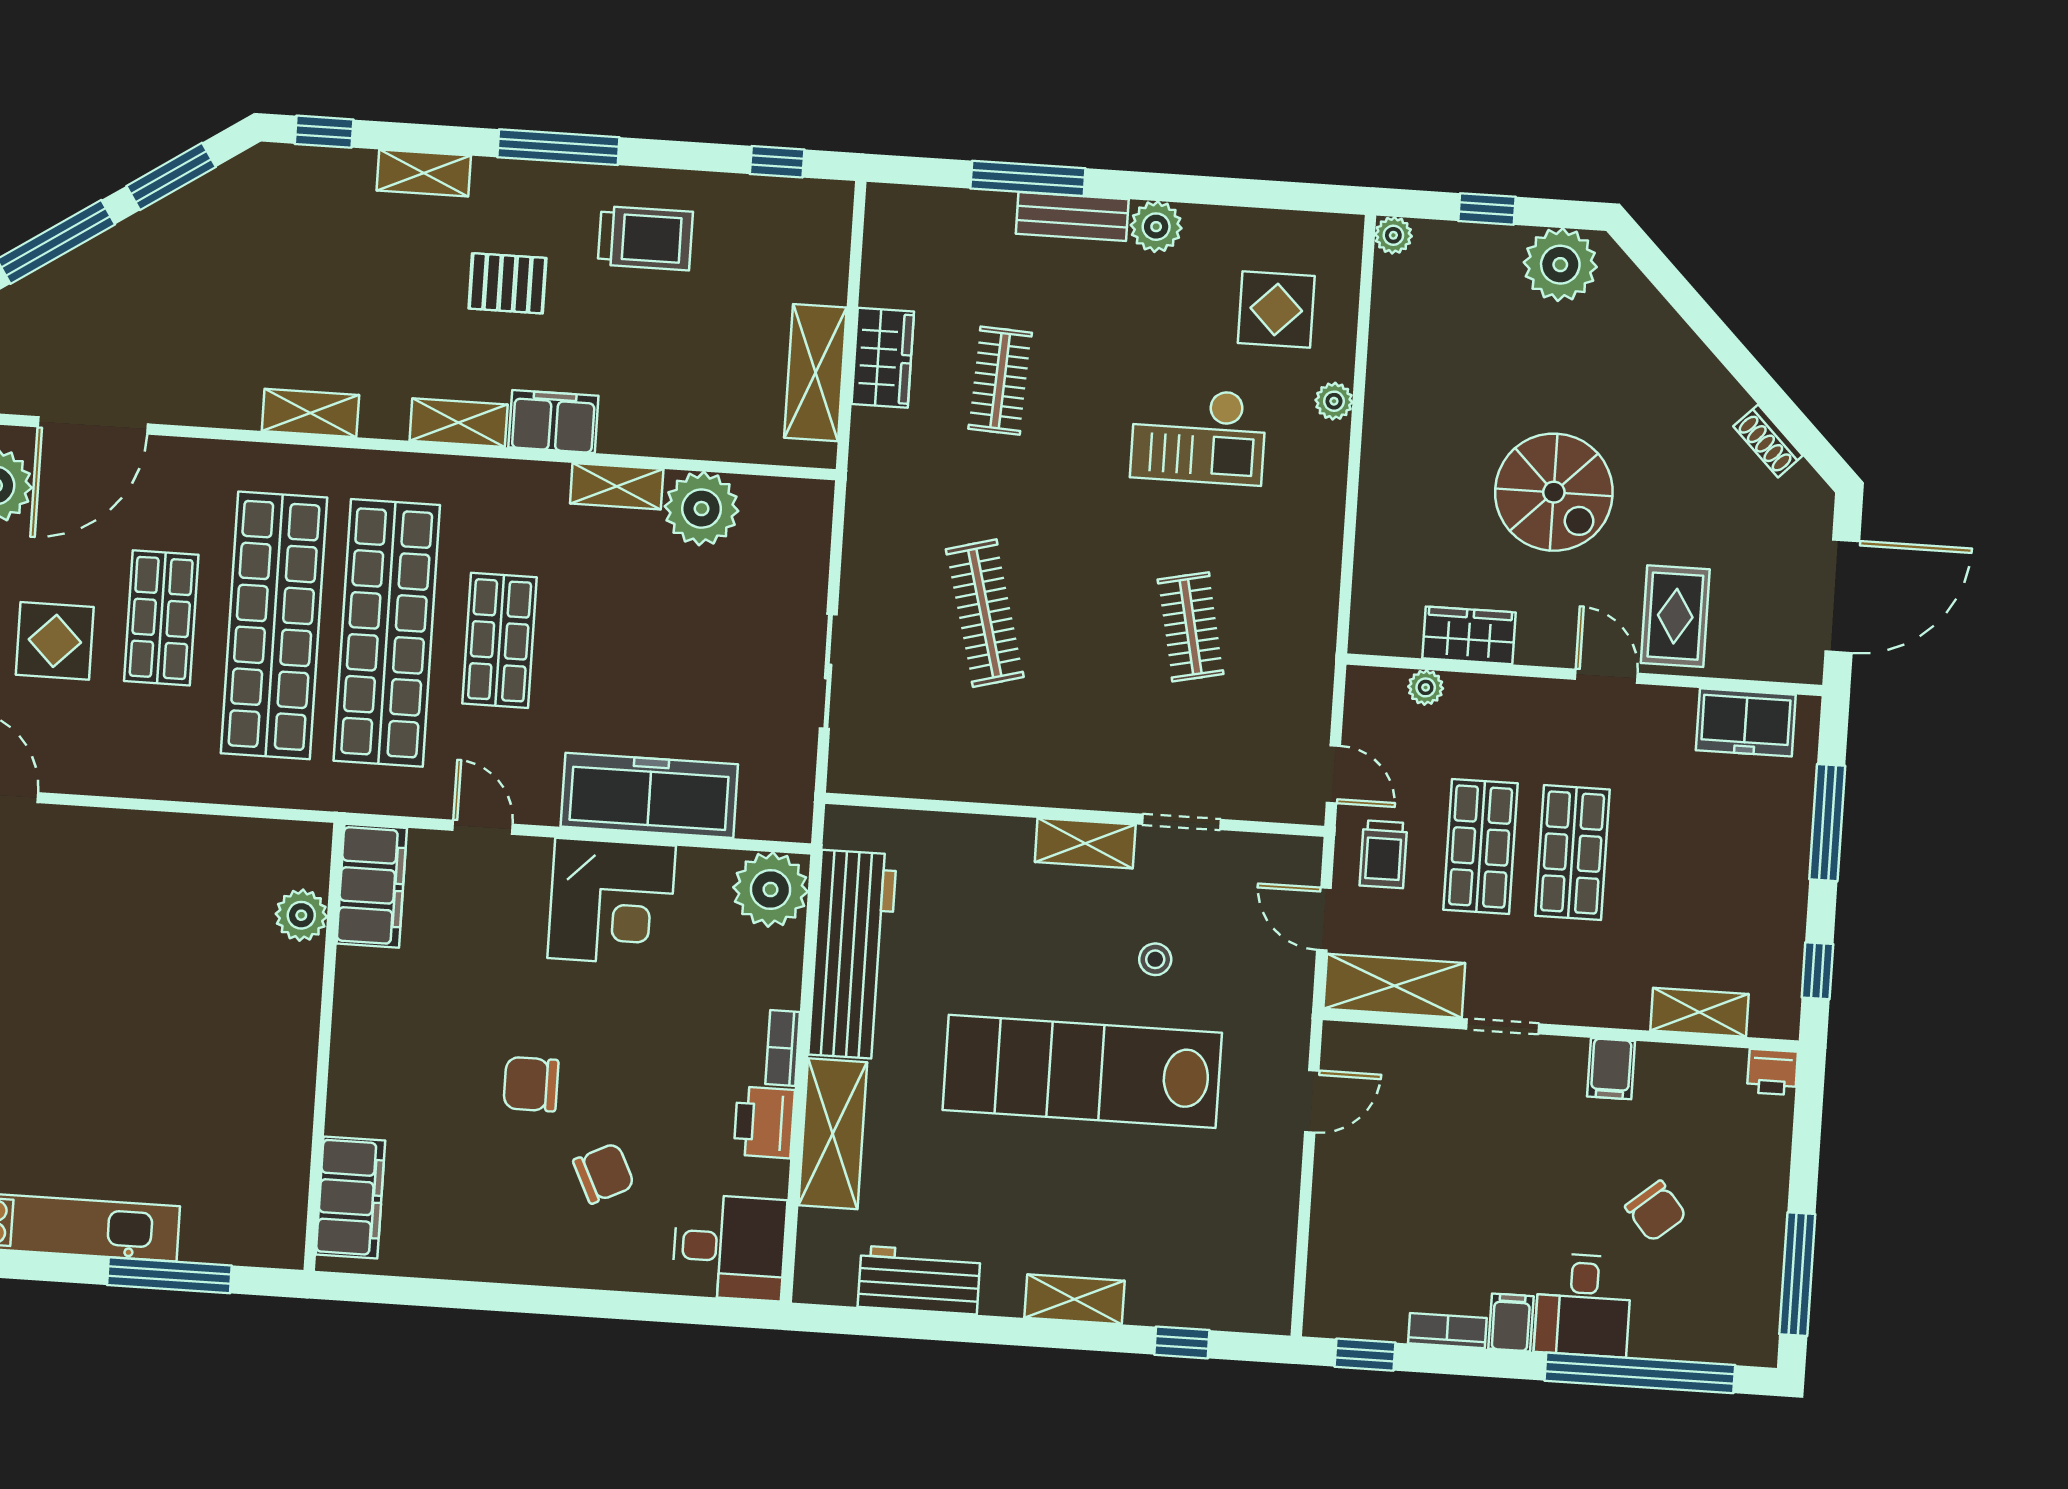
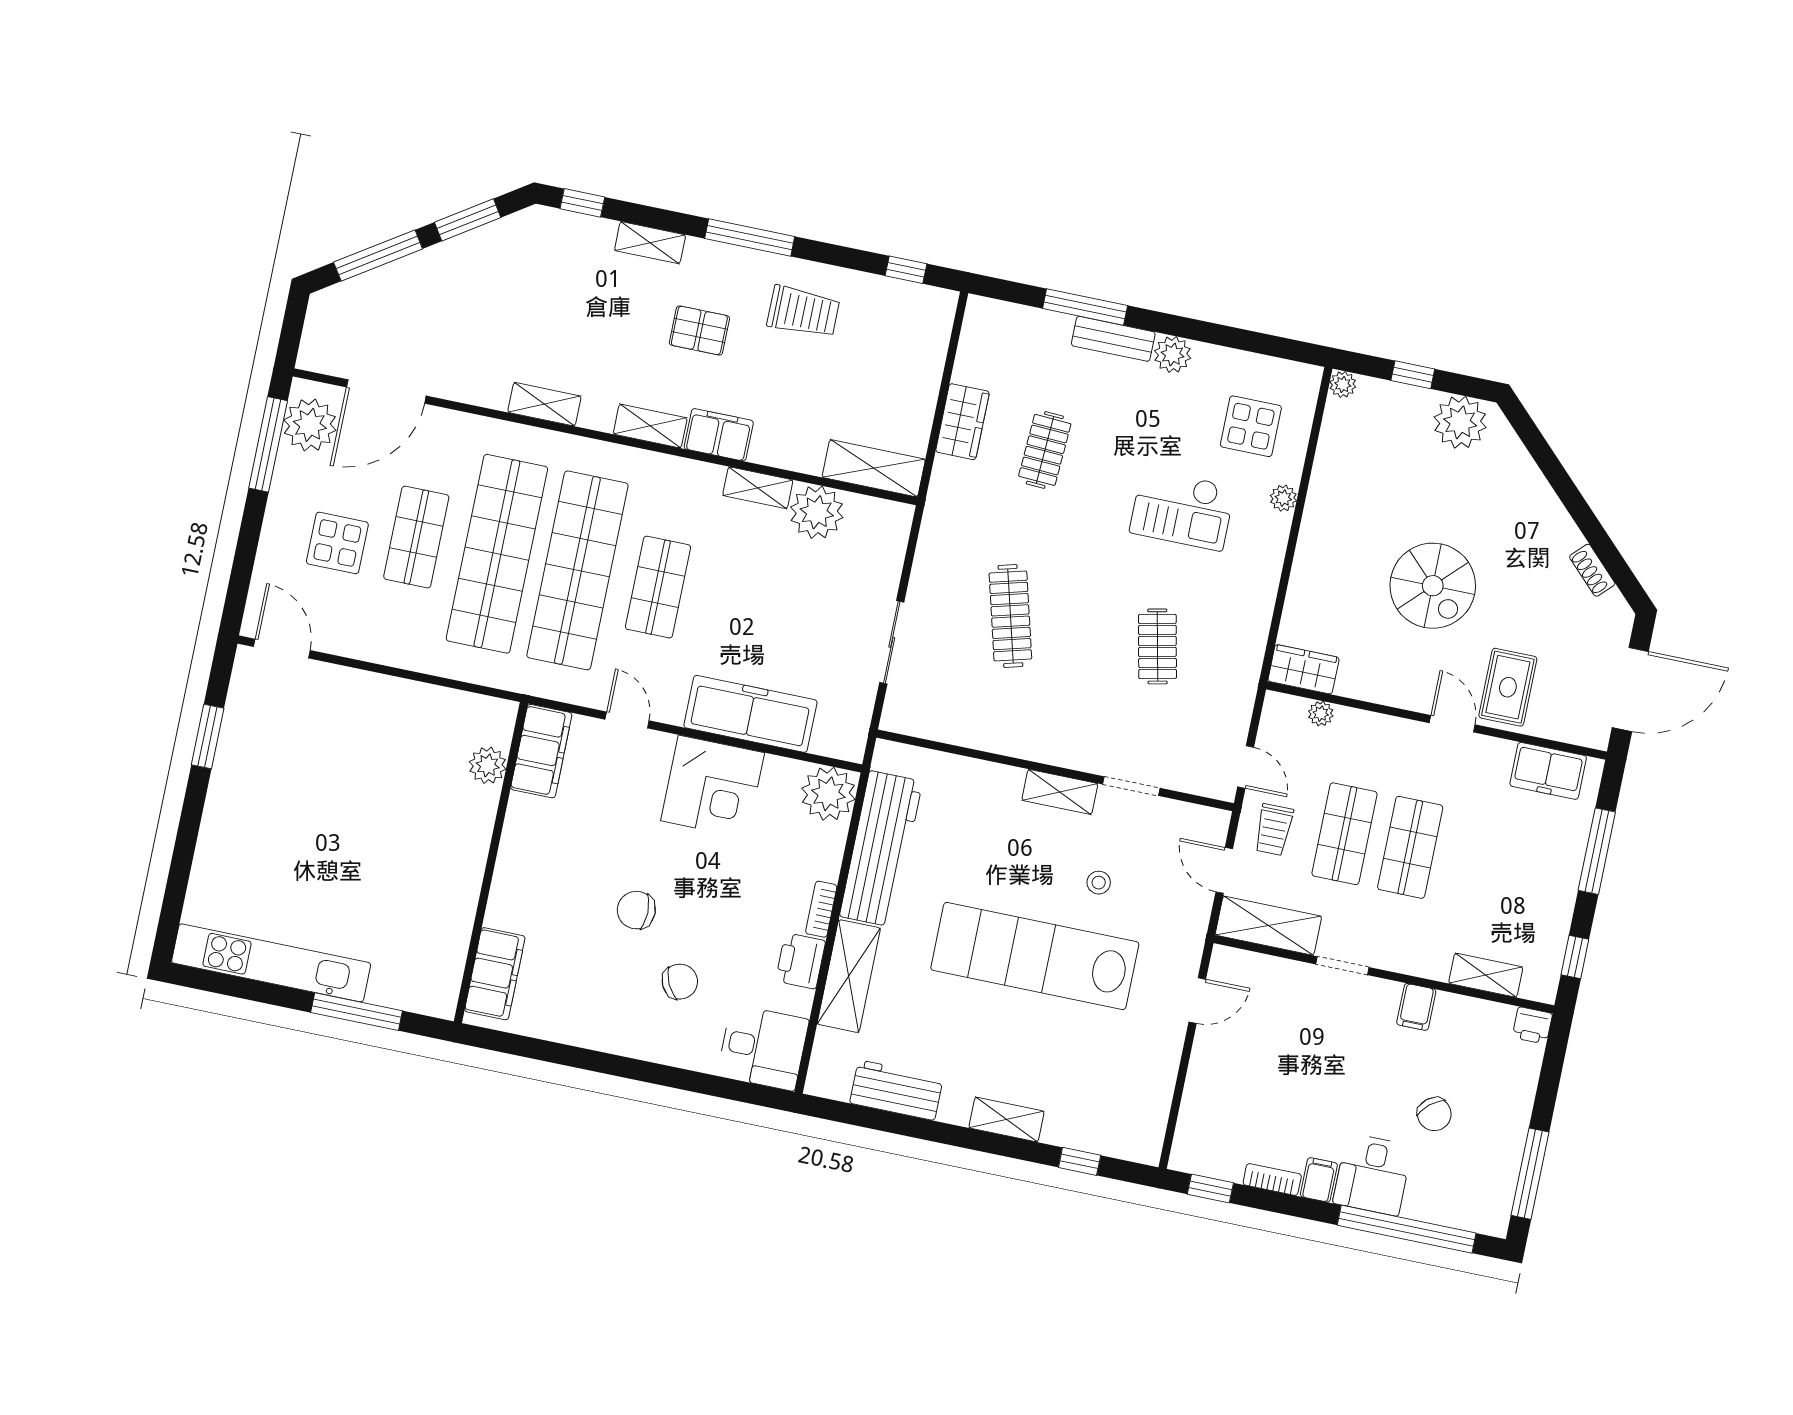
shelving: (815, 373) -> (874, 468), moved, turned 90
wardrobe: (1469, 635) -> (1304, 669), moved

